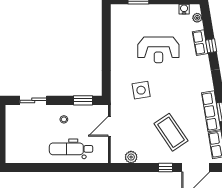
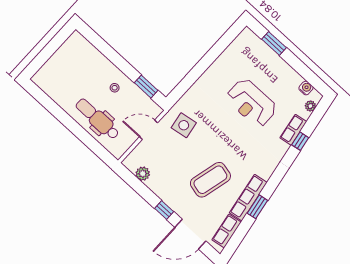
side table: (141, 90) -> (184, 125), moved
sliding door: (33, 100) -> (103, 47), removed
coffee table: (171, 132) -> (210, 180), moved, turned 48

